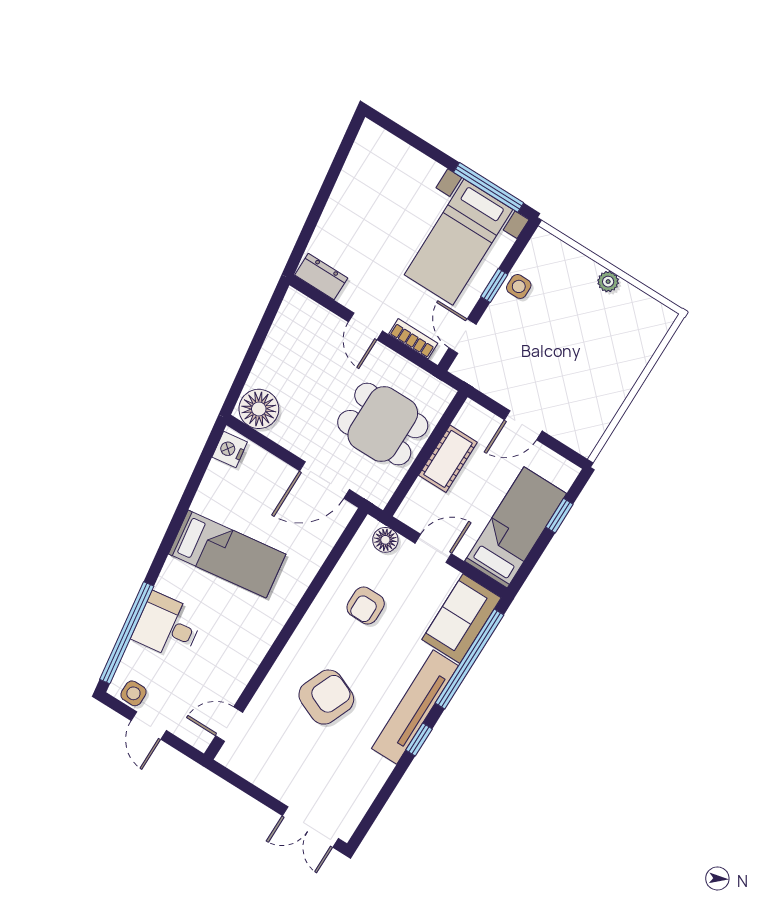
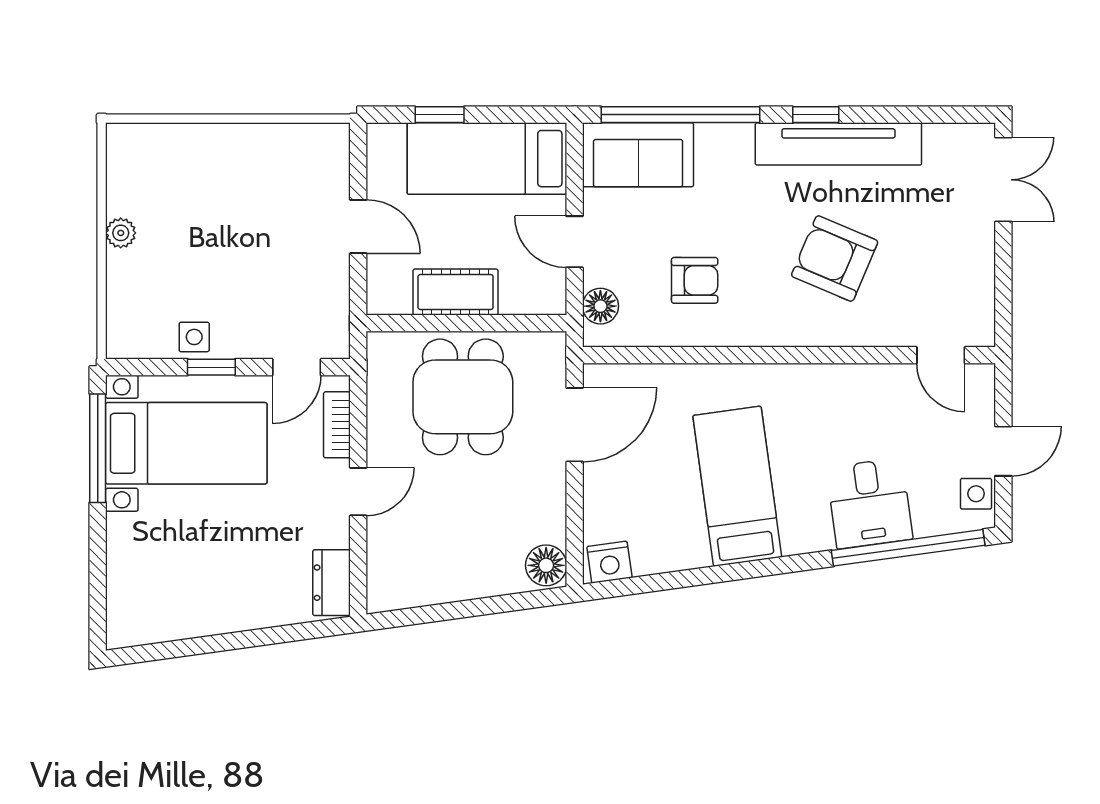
floor lamp: (259, 409) -> (546, 565), width x0.73, depth x0.73
door: (324, 480) -> (575, 425), hinge flipped
tv unit: (415, 707) -> (838, 144), moved

